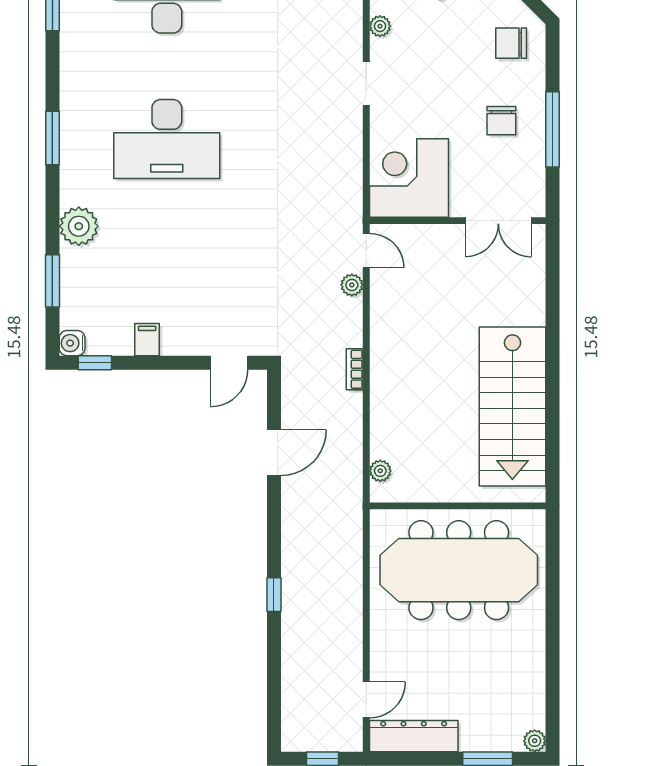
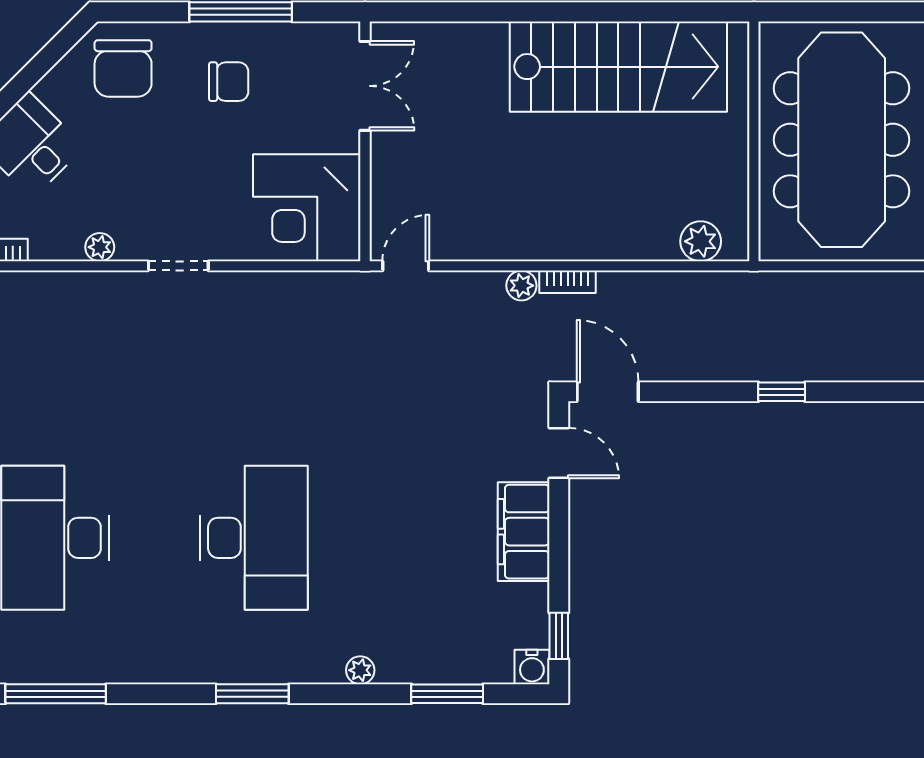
chair: (511, 43) -> (123, 68), width x1.37, depth x1.37
plant: (79, 226) -> (360, 670), width x0.53, depth x0.53
plant: (352, 285) -> (521, 286), moved
filing cabinet: (147, 340) -> (524, 532), width x3.00, depth x1.17
door: (274, 453) -> (608, 392), moved
plant: (380, 471) -> (701, 241), width x1.38, depth x1.38
window: (274, 595) -> (782, 392), moved

